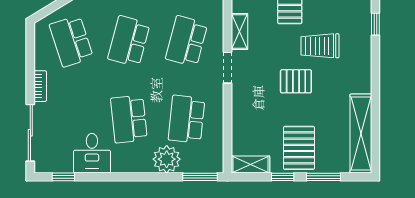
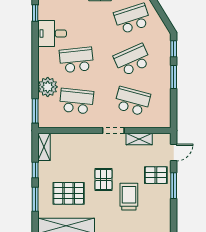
school desk: (129, 41) -> (132, 60), turned -39
pallet: (299, 148) -> (69, 193), moved

